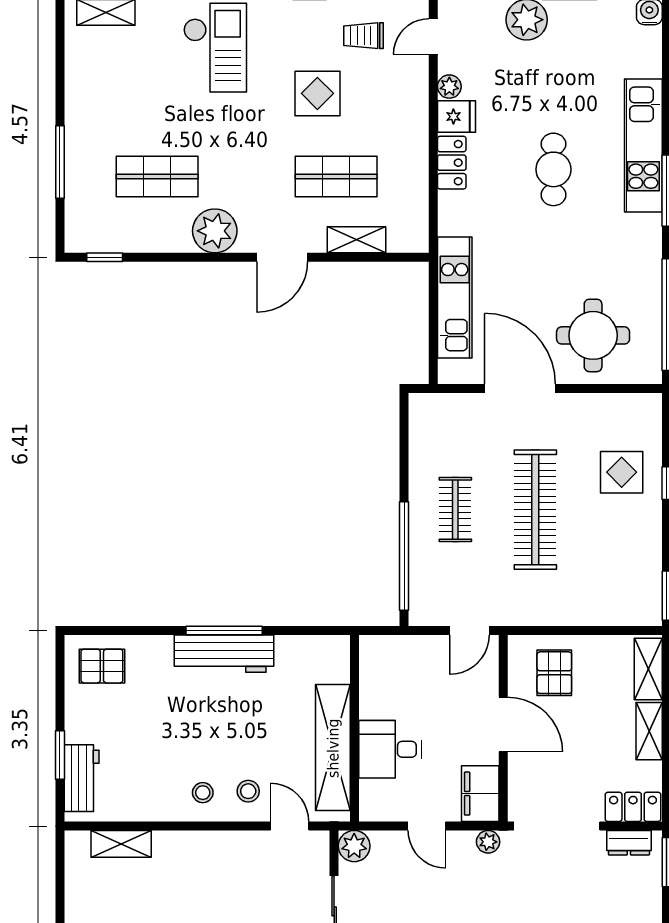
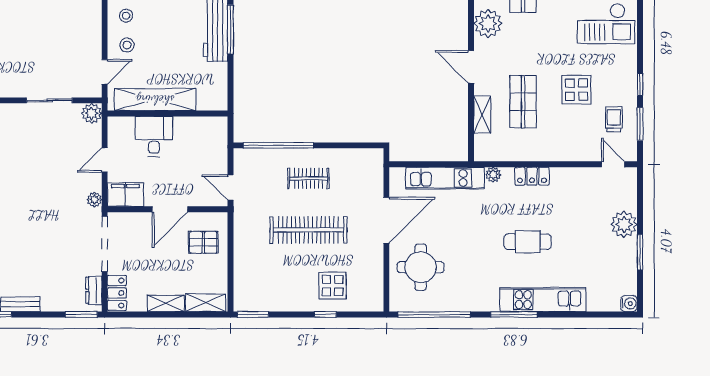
plant: (449, 87) -> (493, 175), moved
fridge: (457, 117) -> (562, 179), removed

